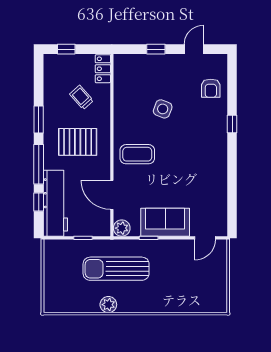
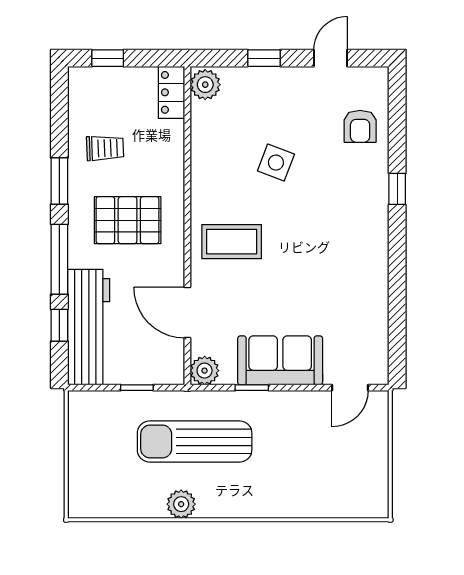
plant: (122, 64) -> (205, 85), added
trolley: (81, 97) -> (105, 148), moved, turned 130

